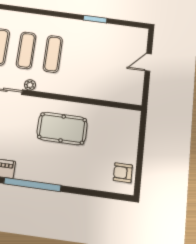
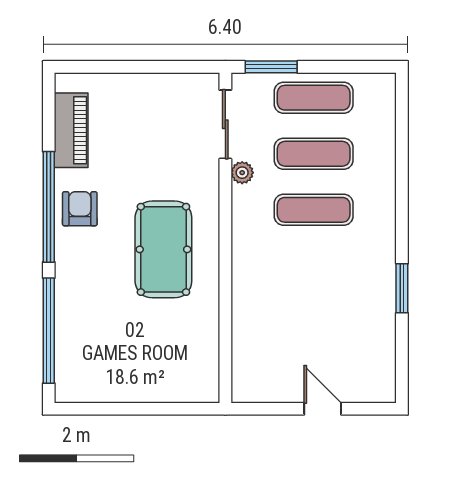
armchair: (123, 173) -> (80, 209), moved
window: (96, 193) -> (49, 331), added

